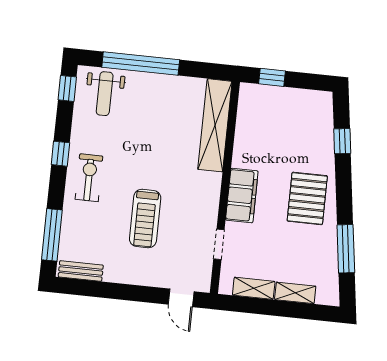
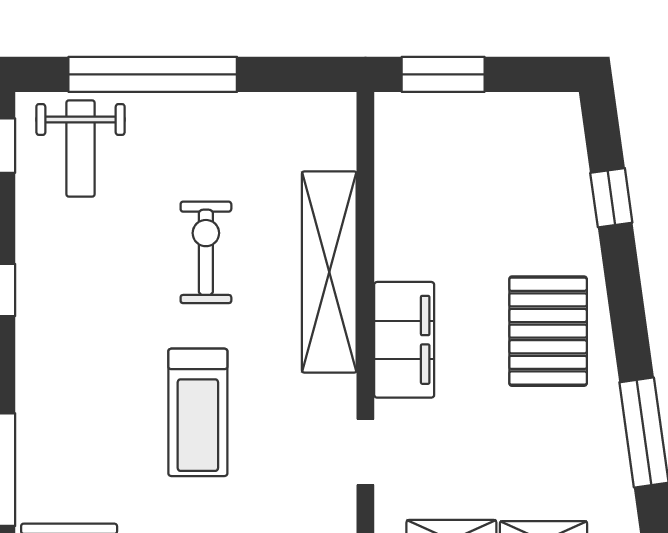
window: (272, 77) -> (443, 74), width x1.50
shelving: (215, 125) -> (329, 272), moved
exercise bike: (89, 178) -> (206, 252), moved

